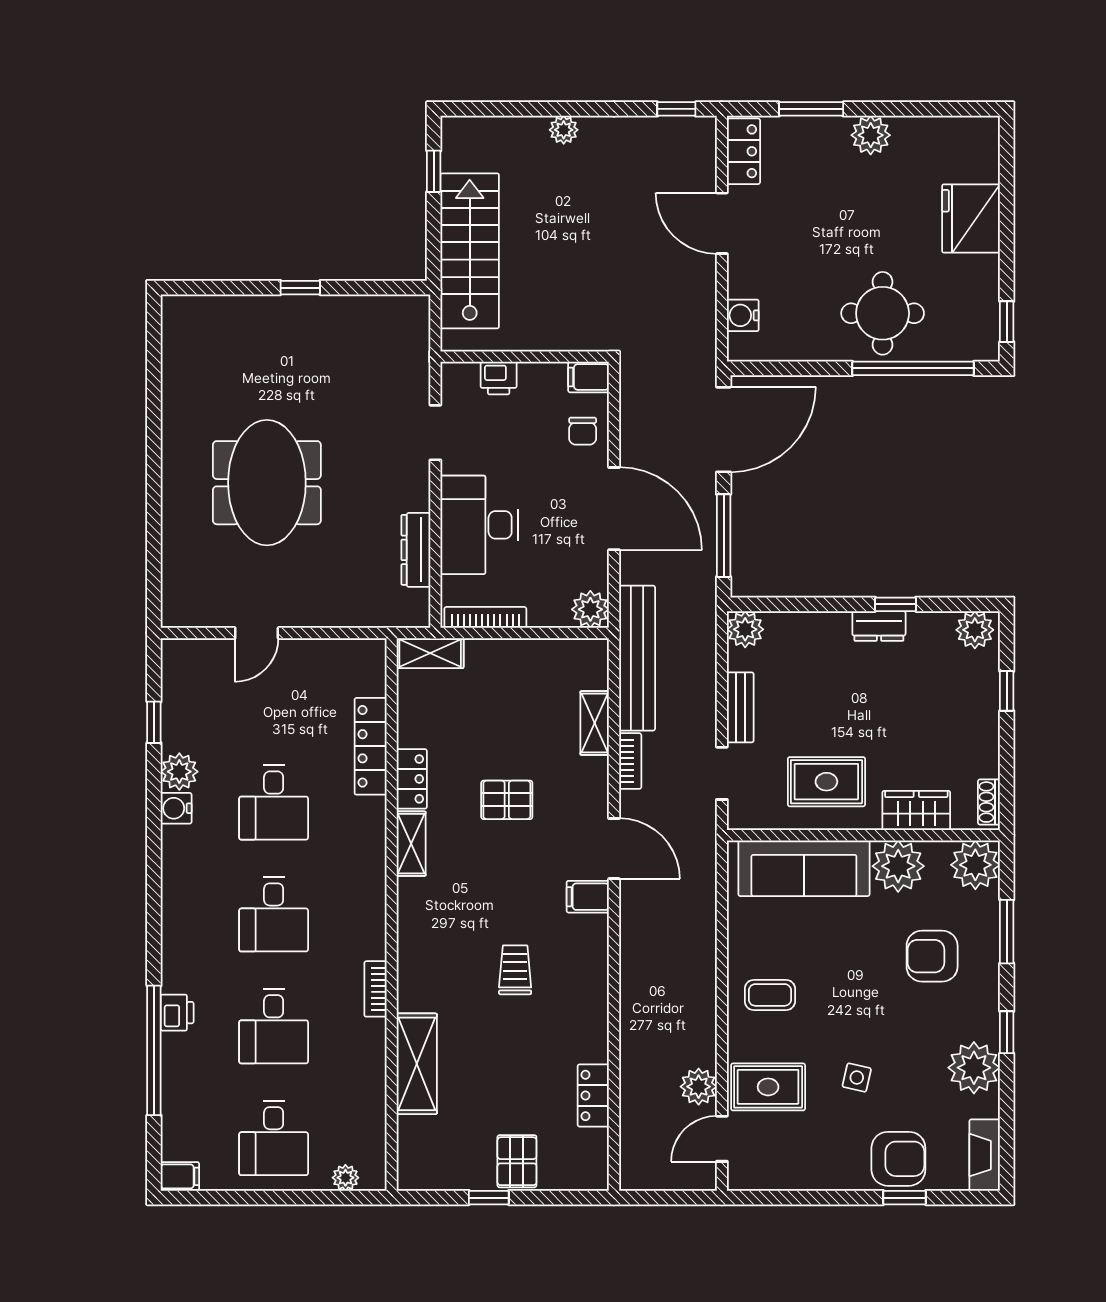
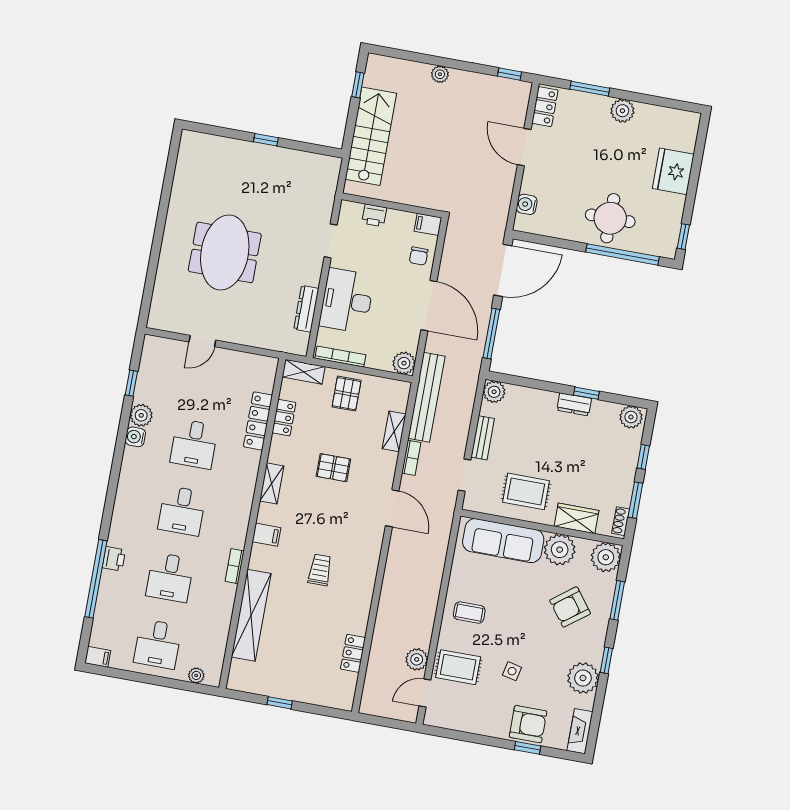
window: (1007, 763) -> (635, 500), added
locker: (412, 779) -> (284, 418), moved
filing cabinet: (588, 897) -> (266, 535), moved, turned 180
armchair: (932, 956) -> (570, 607), turned -37
shelving: (417, 1064) -> (251, 615), width x1.47
pallet: (517, 1161) -> (347, 394), moved

